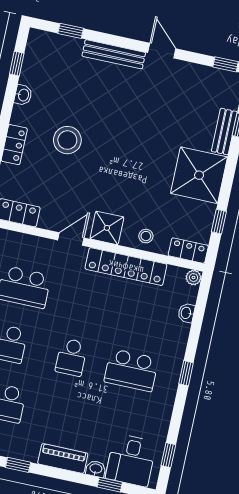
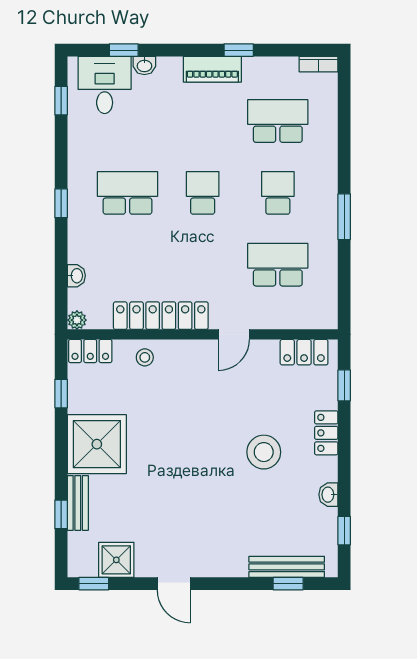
bench: (114, 54) -> (287, 567), moved
shower: (107, 228) -> (116, 560), moved
piano: (63, 459) -> (212, 69), moved

